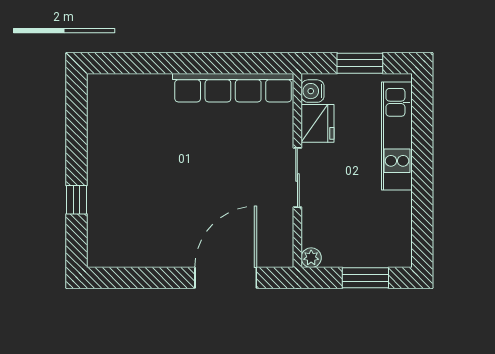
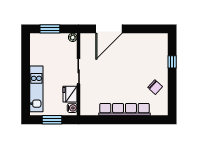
row of seats: (233, 88) -> (124, 109), moved
chair: (117, 140) -> (155, 87), added

